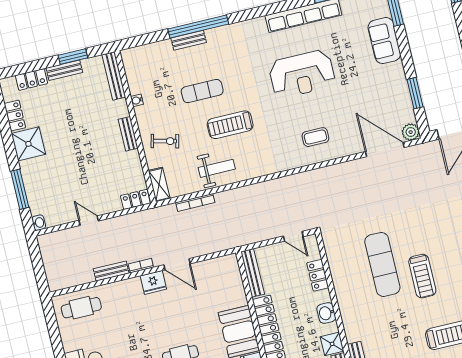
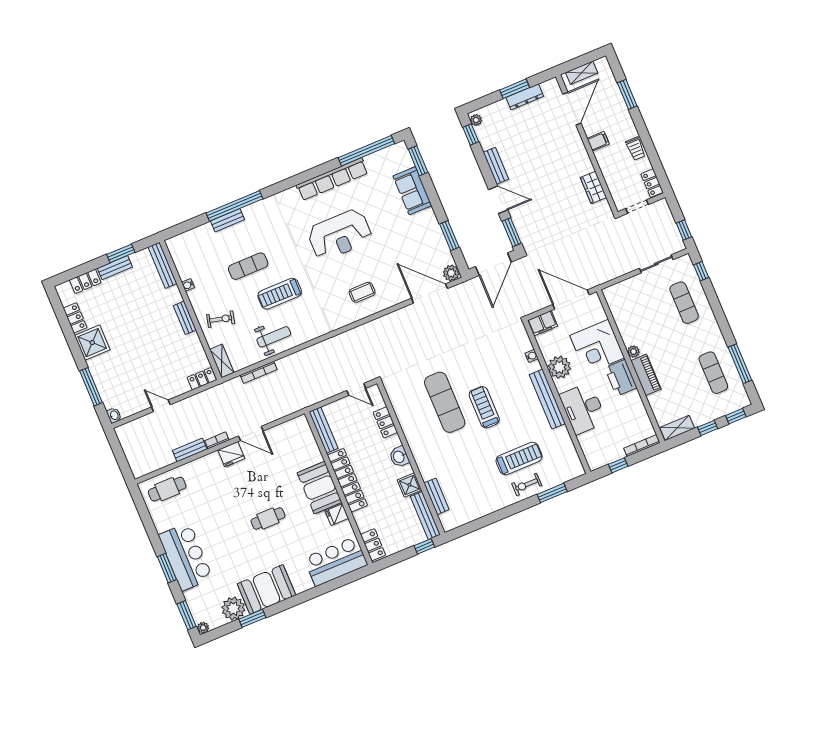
treadmill: (422, 276) -> (484, 407), turned 180

